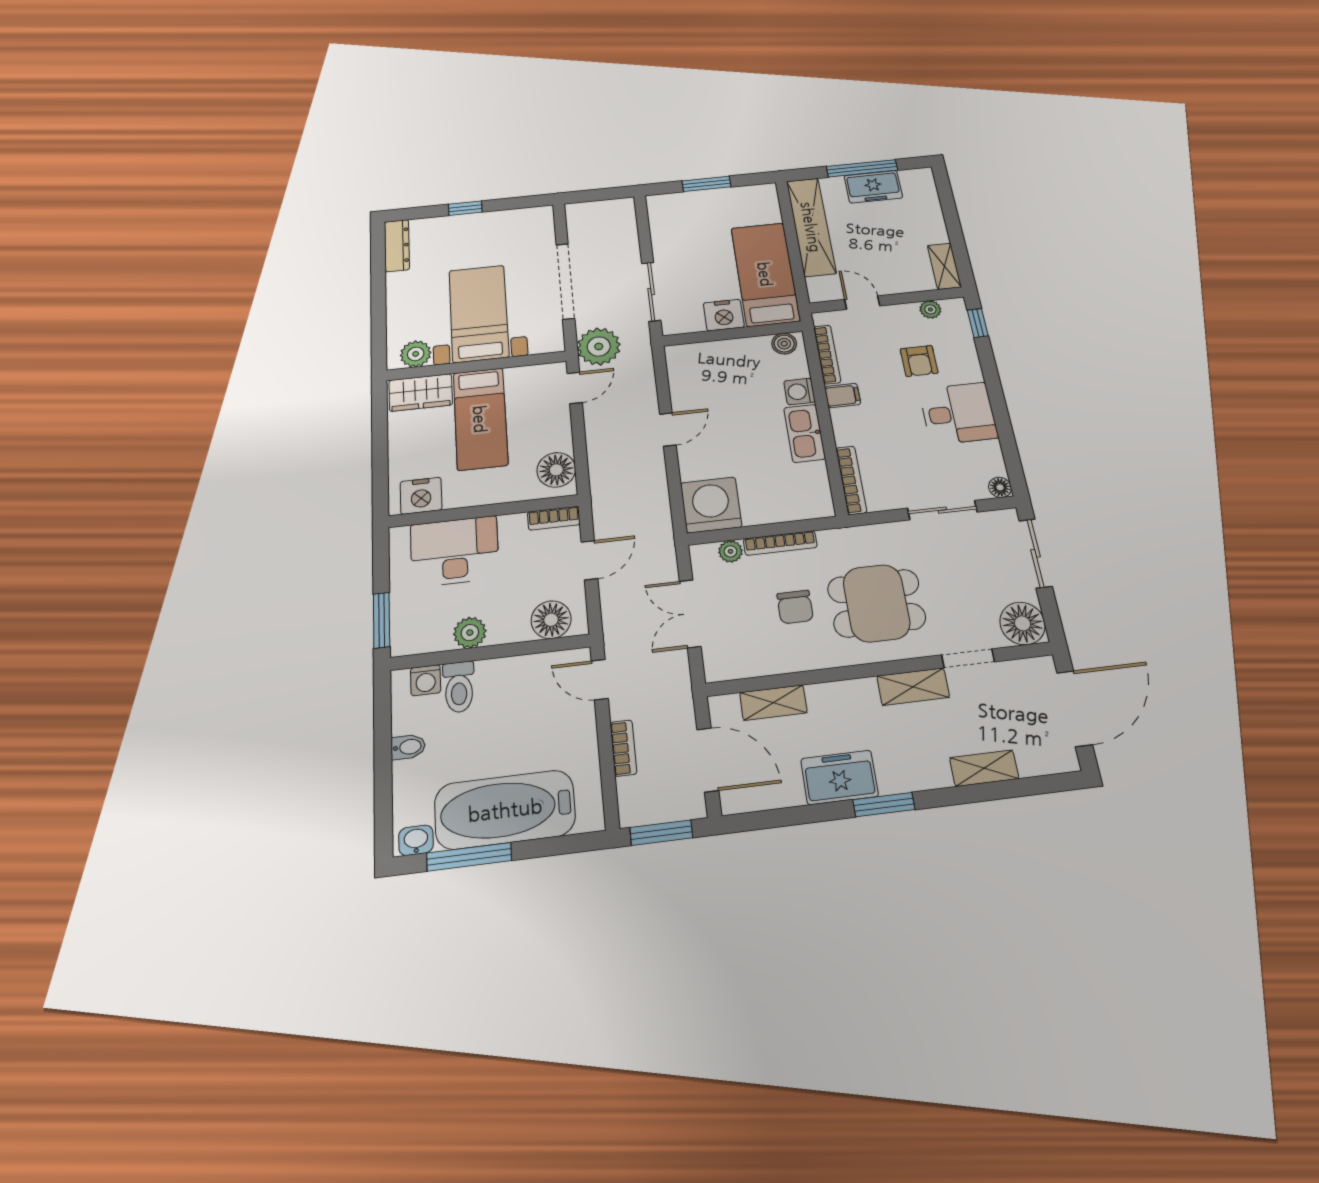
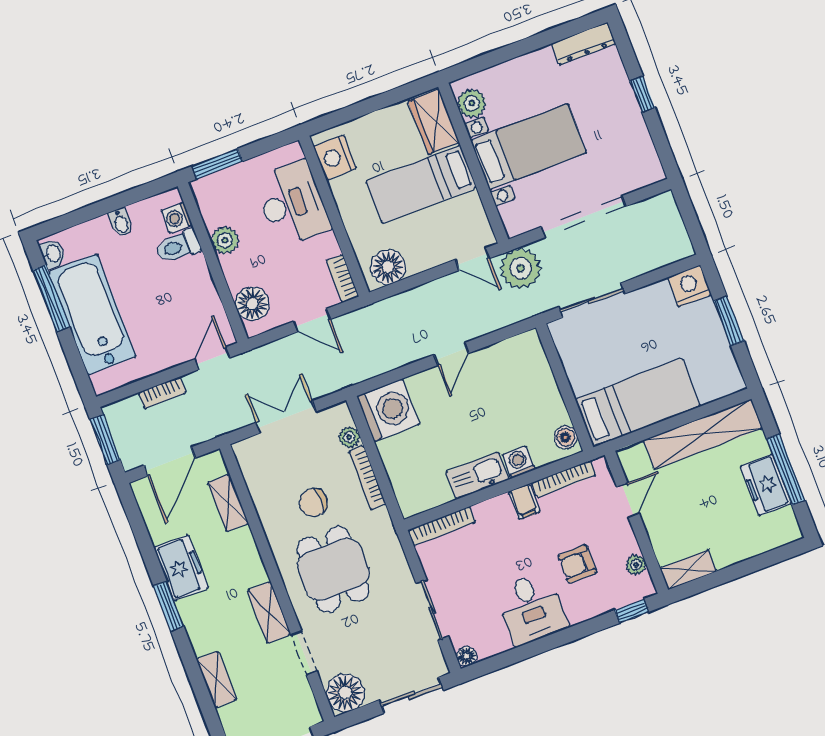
nightstand: (724, 315) -> (689, 286), moved, turned 90
door: (668, 429) -> (451, 354), hinge flipped

